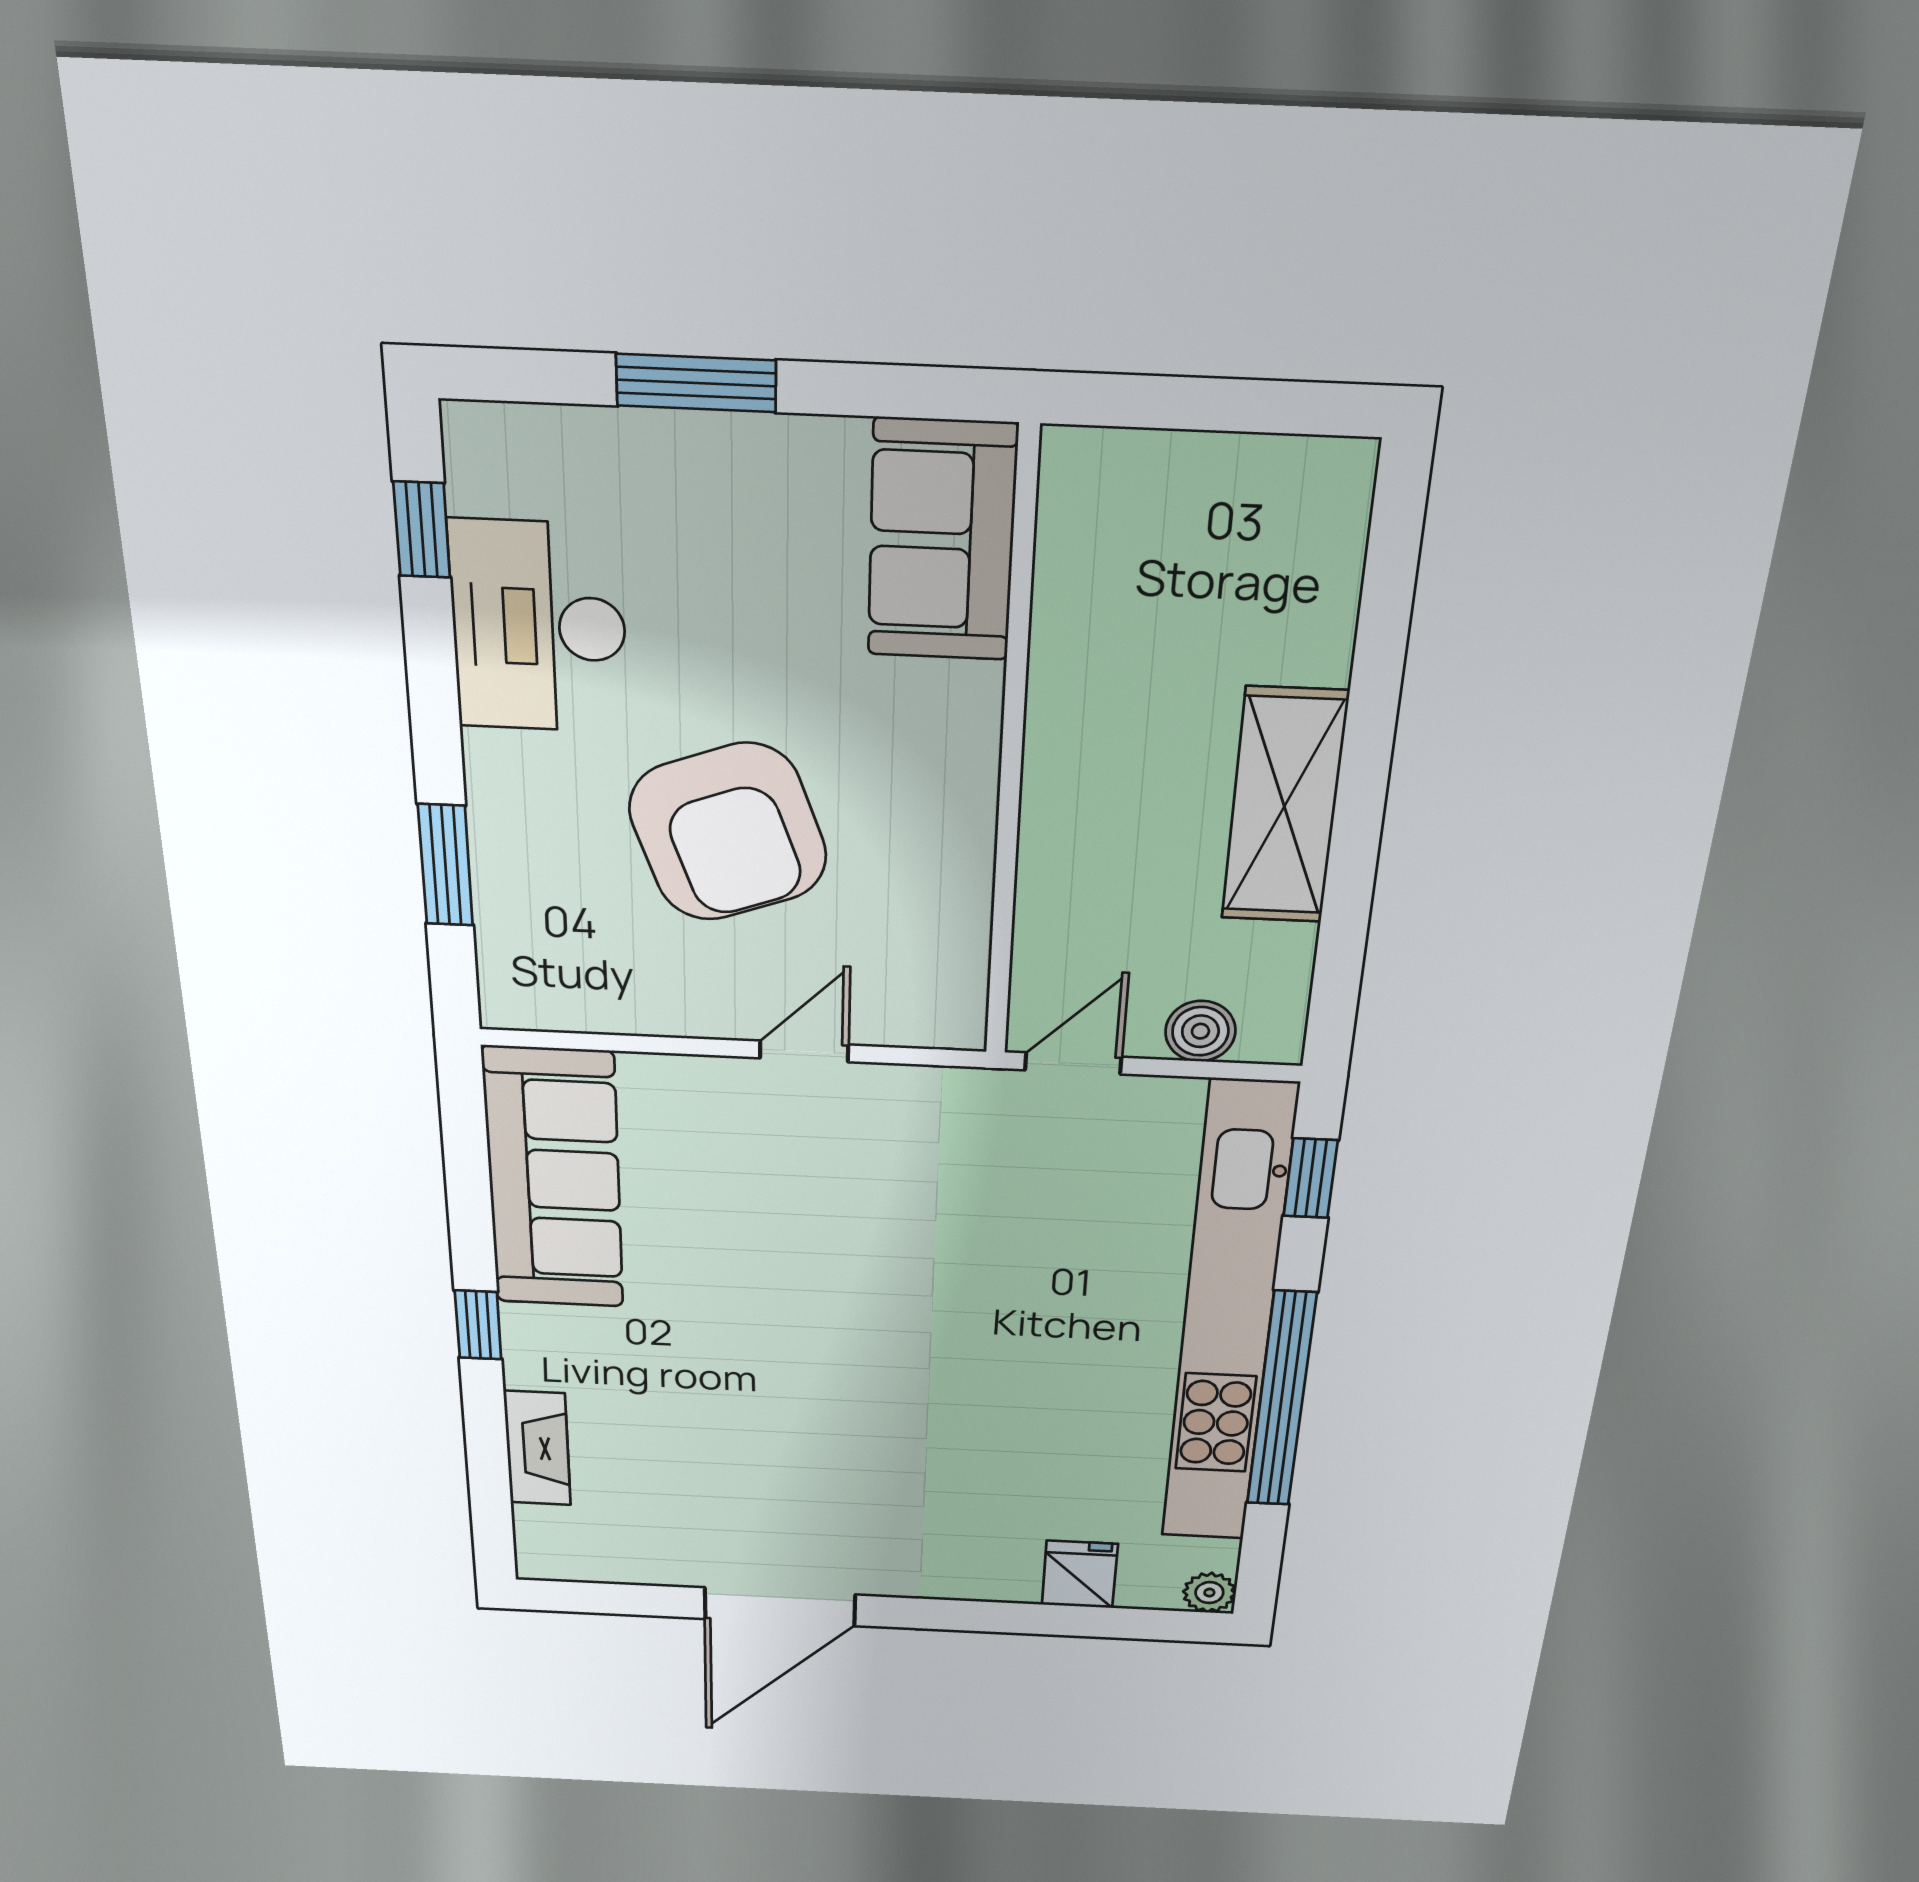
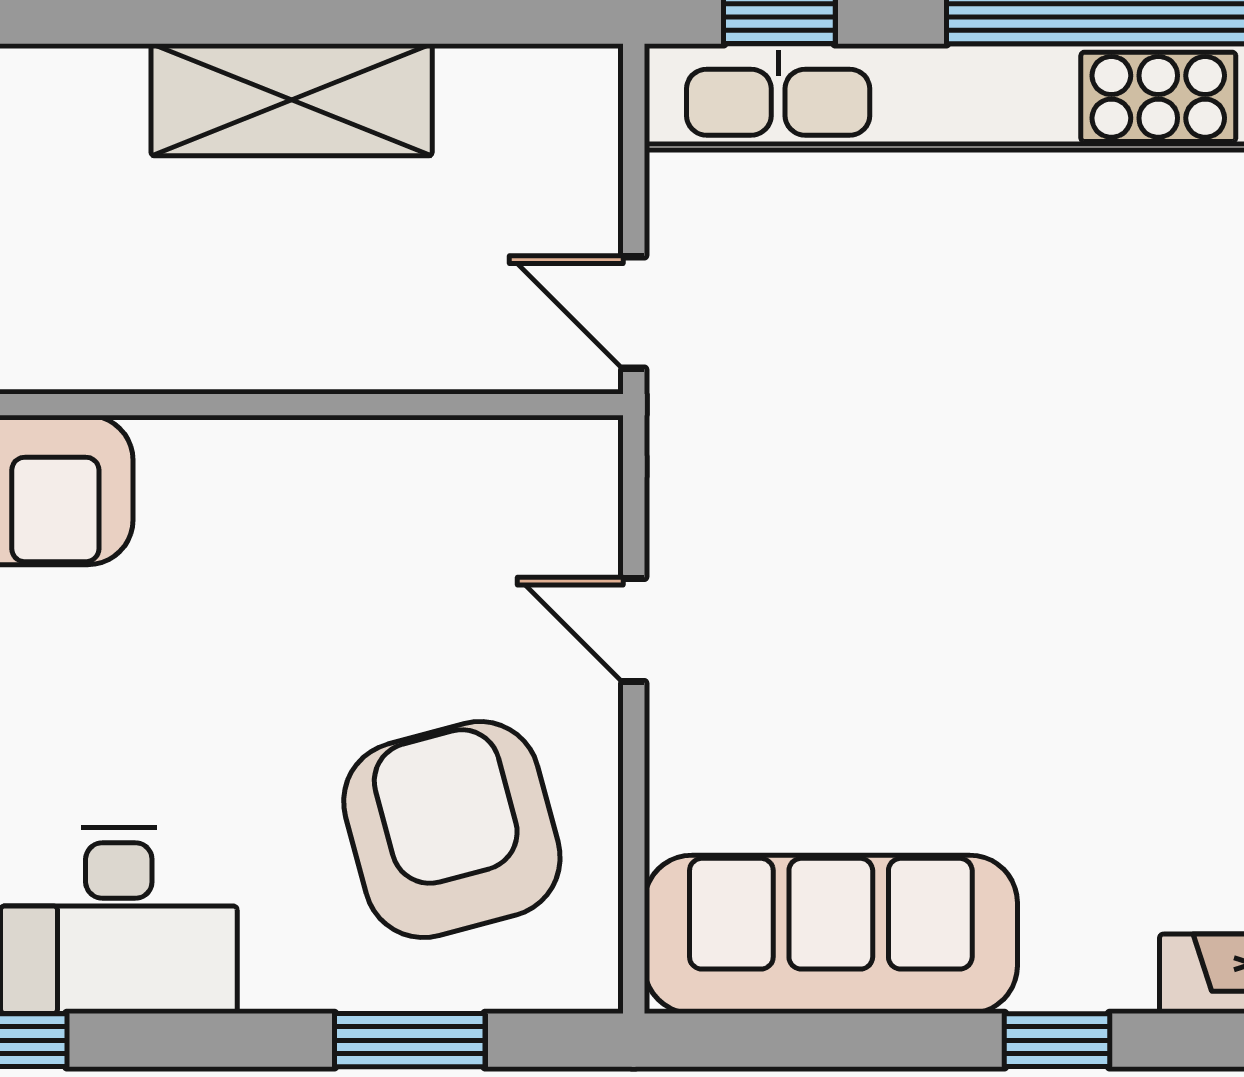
armchair: (728, 832) -> (452, 830), moved, turned -85
boiler: (1200, 1031) -> (582, 167), removed

